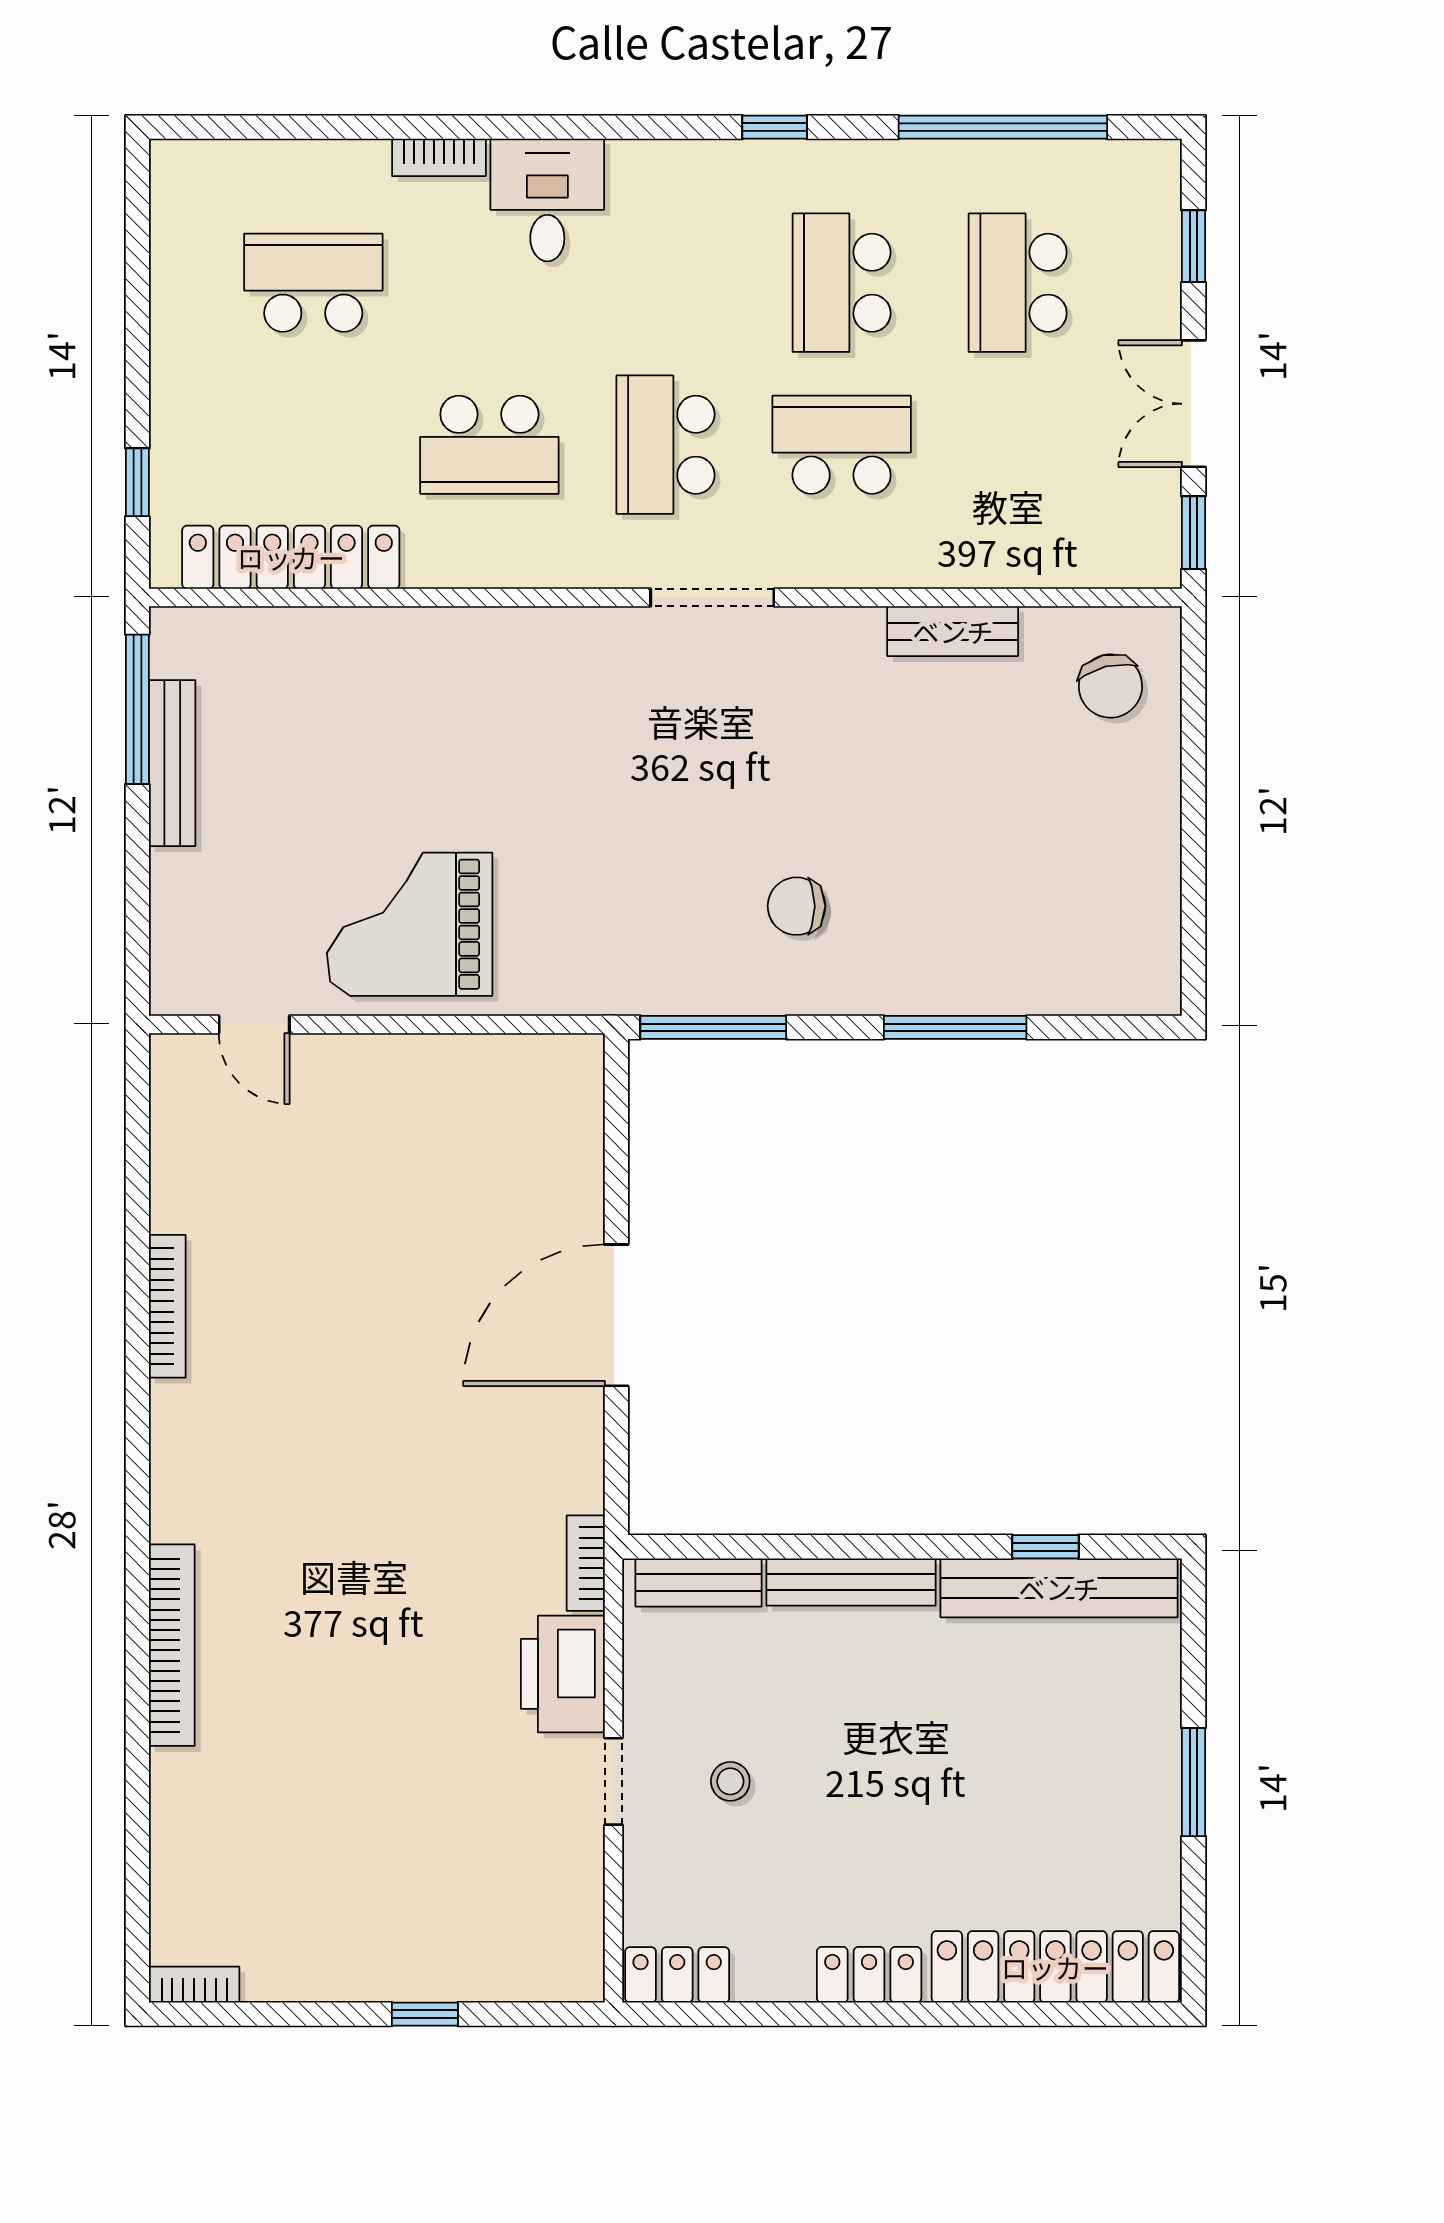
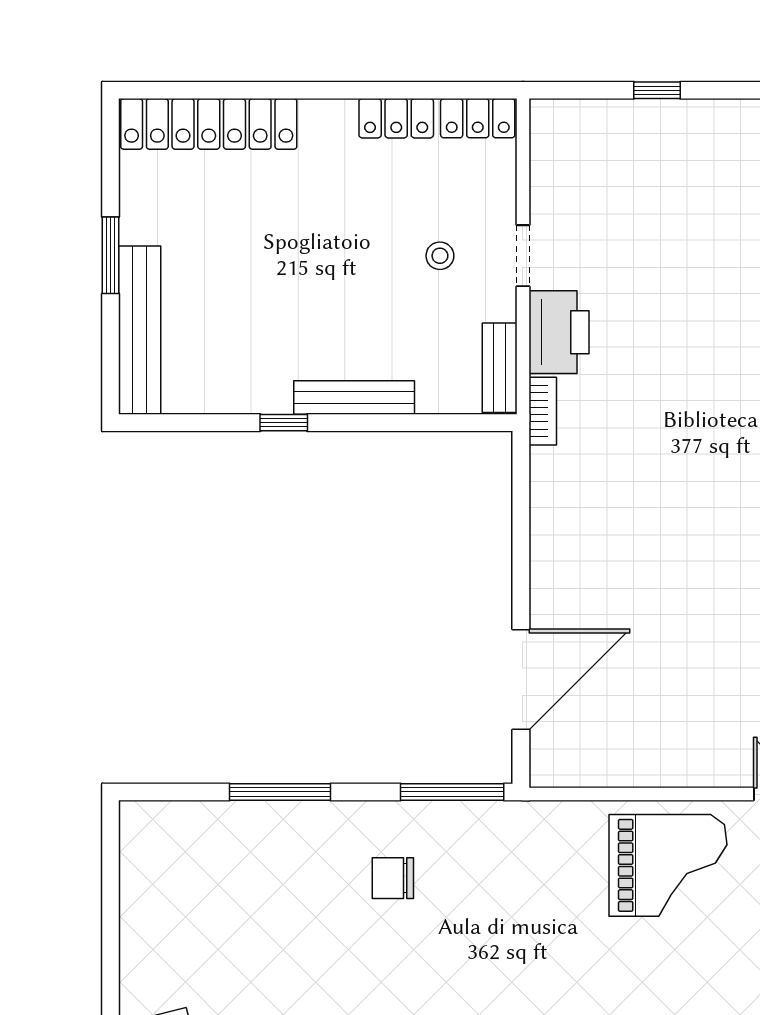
chair: (797, 906) -> (393, 878), turned 180
door: (616, 1315) -> (521, 680), moved
window: (1045, 1547) -> (284, 423), moved
bench: (699, 1582) -> (500, 368), moved, turned 90
bench: (1059, 1588) -> (140, 330), moved, turned 90
locker: (869, 1975) -> (396, 118), moved

